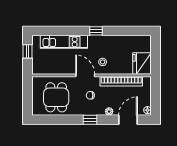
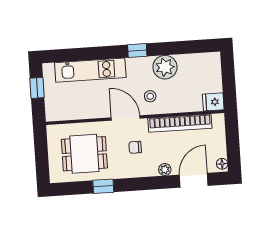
plant: (114, 43) -> (165, 67), added
fridge: (142, 63) -> (213, 102), width x0.53, depth x0.75
dining table: (56, 97) -> (84, 154), turned 90
window: (90, 120) -> (103, 186), moved

